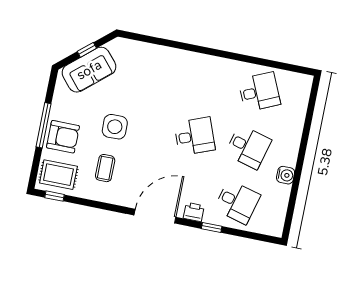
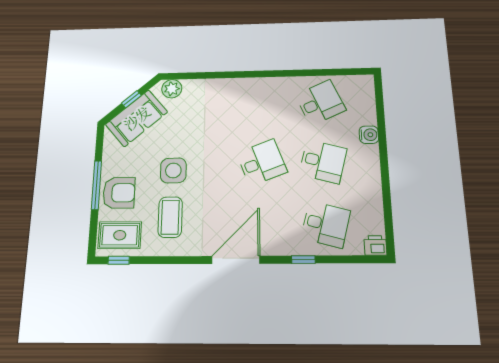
plant: (126, 48) -> (172, 89), added
coffee table: (105, 168) -> (170, 217), width x1.36, depth x1.30
water cooler: (286, 175) -> (369, 135), moved
printer: (194, 212) -> (375, 245), moved

